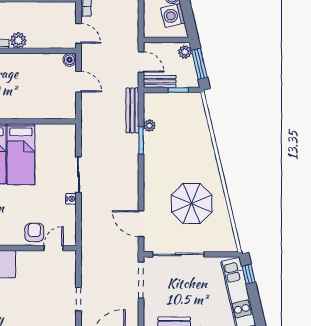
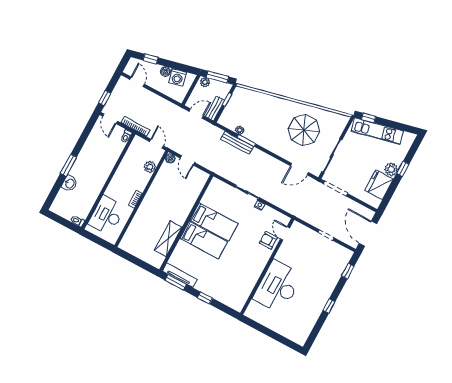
door: (78, 33) -> (157, 144), hinge flipped
plant: (18, 40) -> (150, 167), moved
door: (78, 82) -> (187, 160), swing flipped
bench: (132, 110) -> (237, 143), moved

